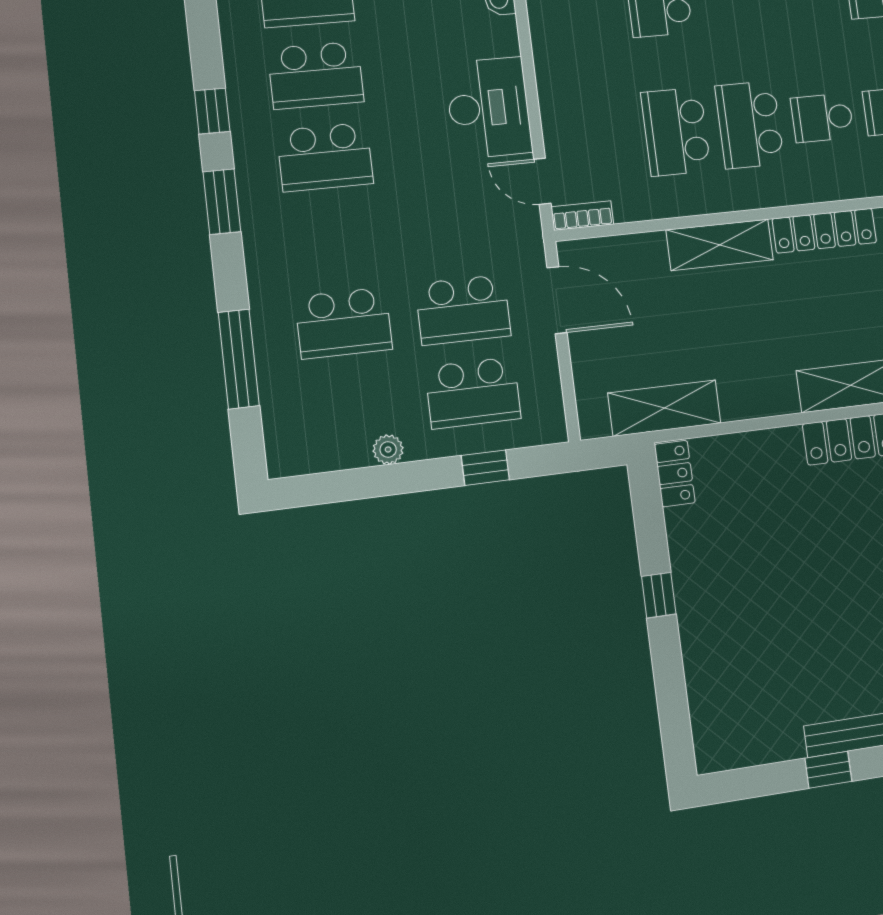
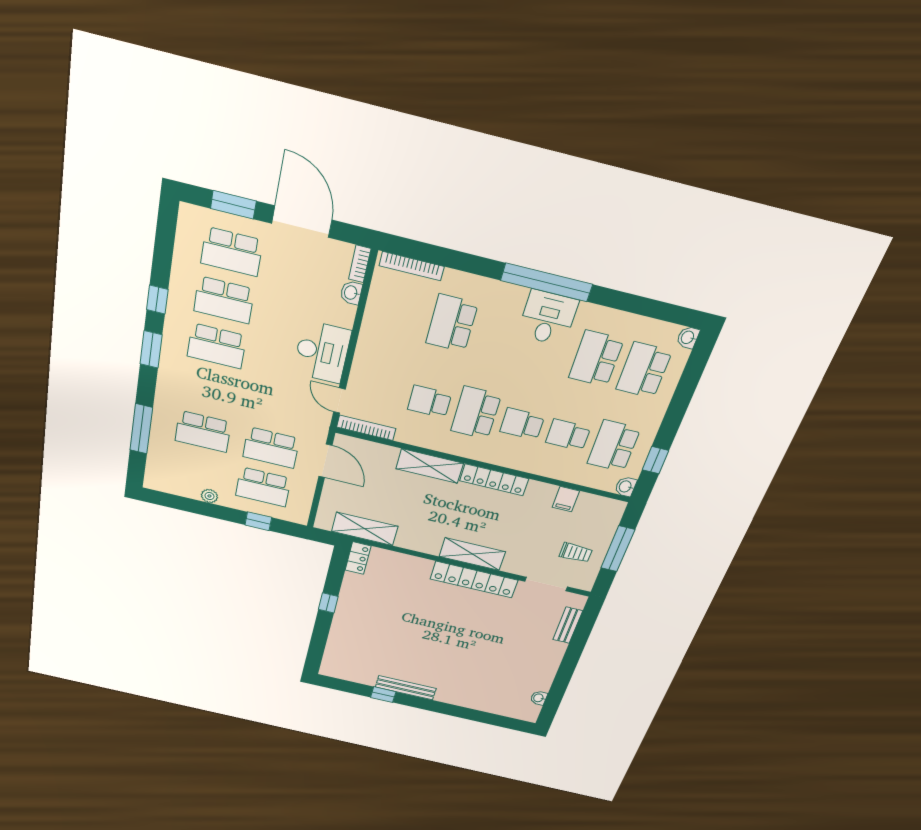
school desk: (676, 132) -> (430, 402), width x0.54
bookcase: (582, 216) -> (366, 428), width x1.56

